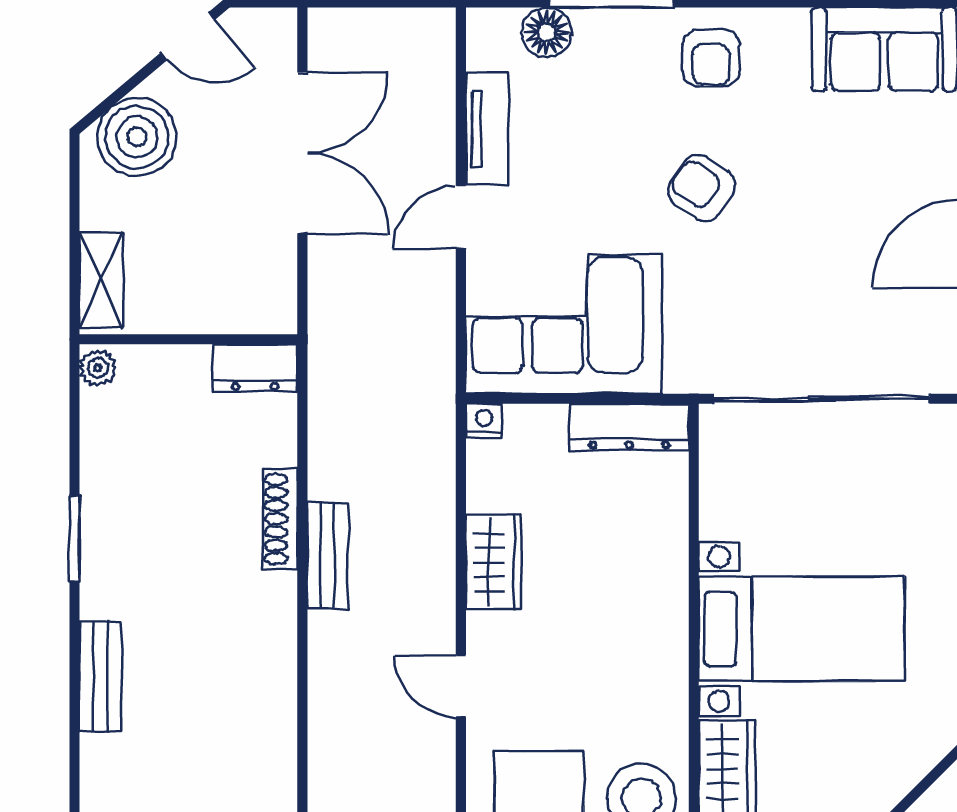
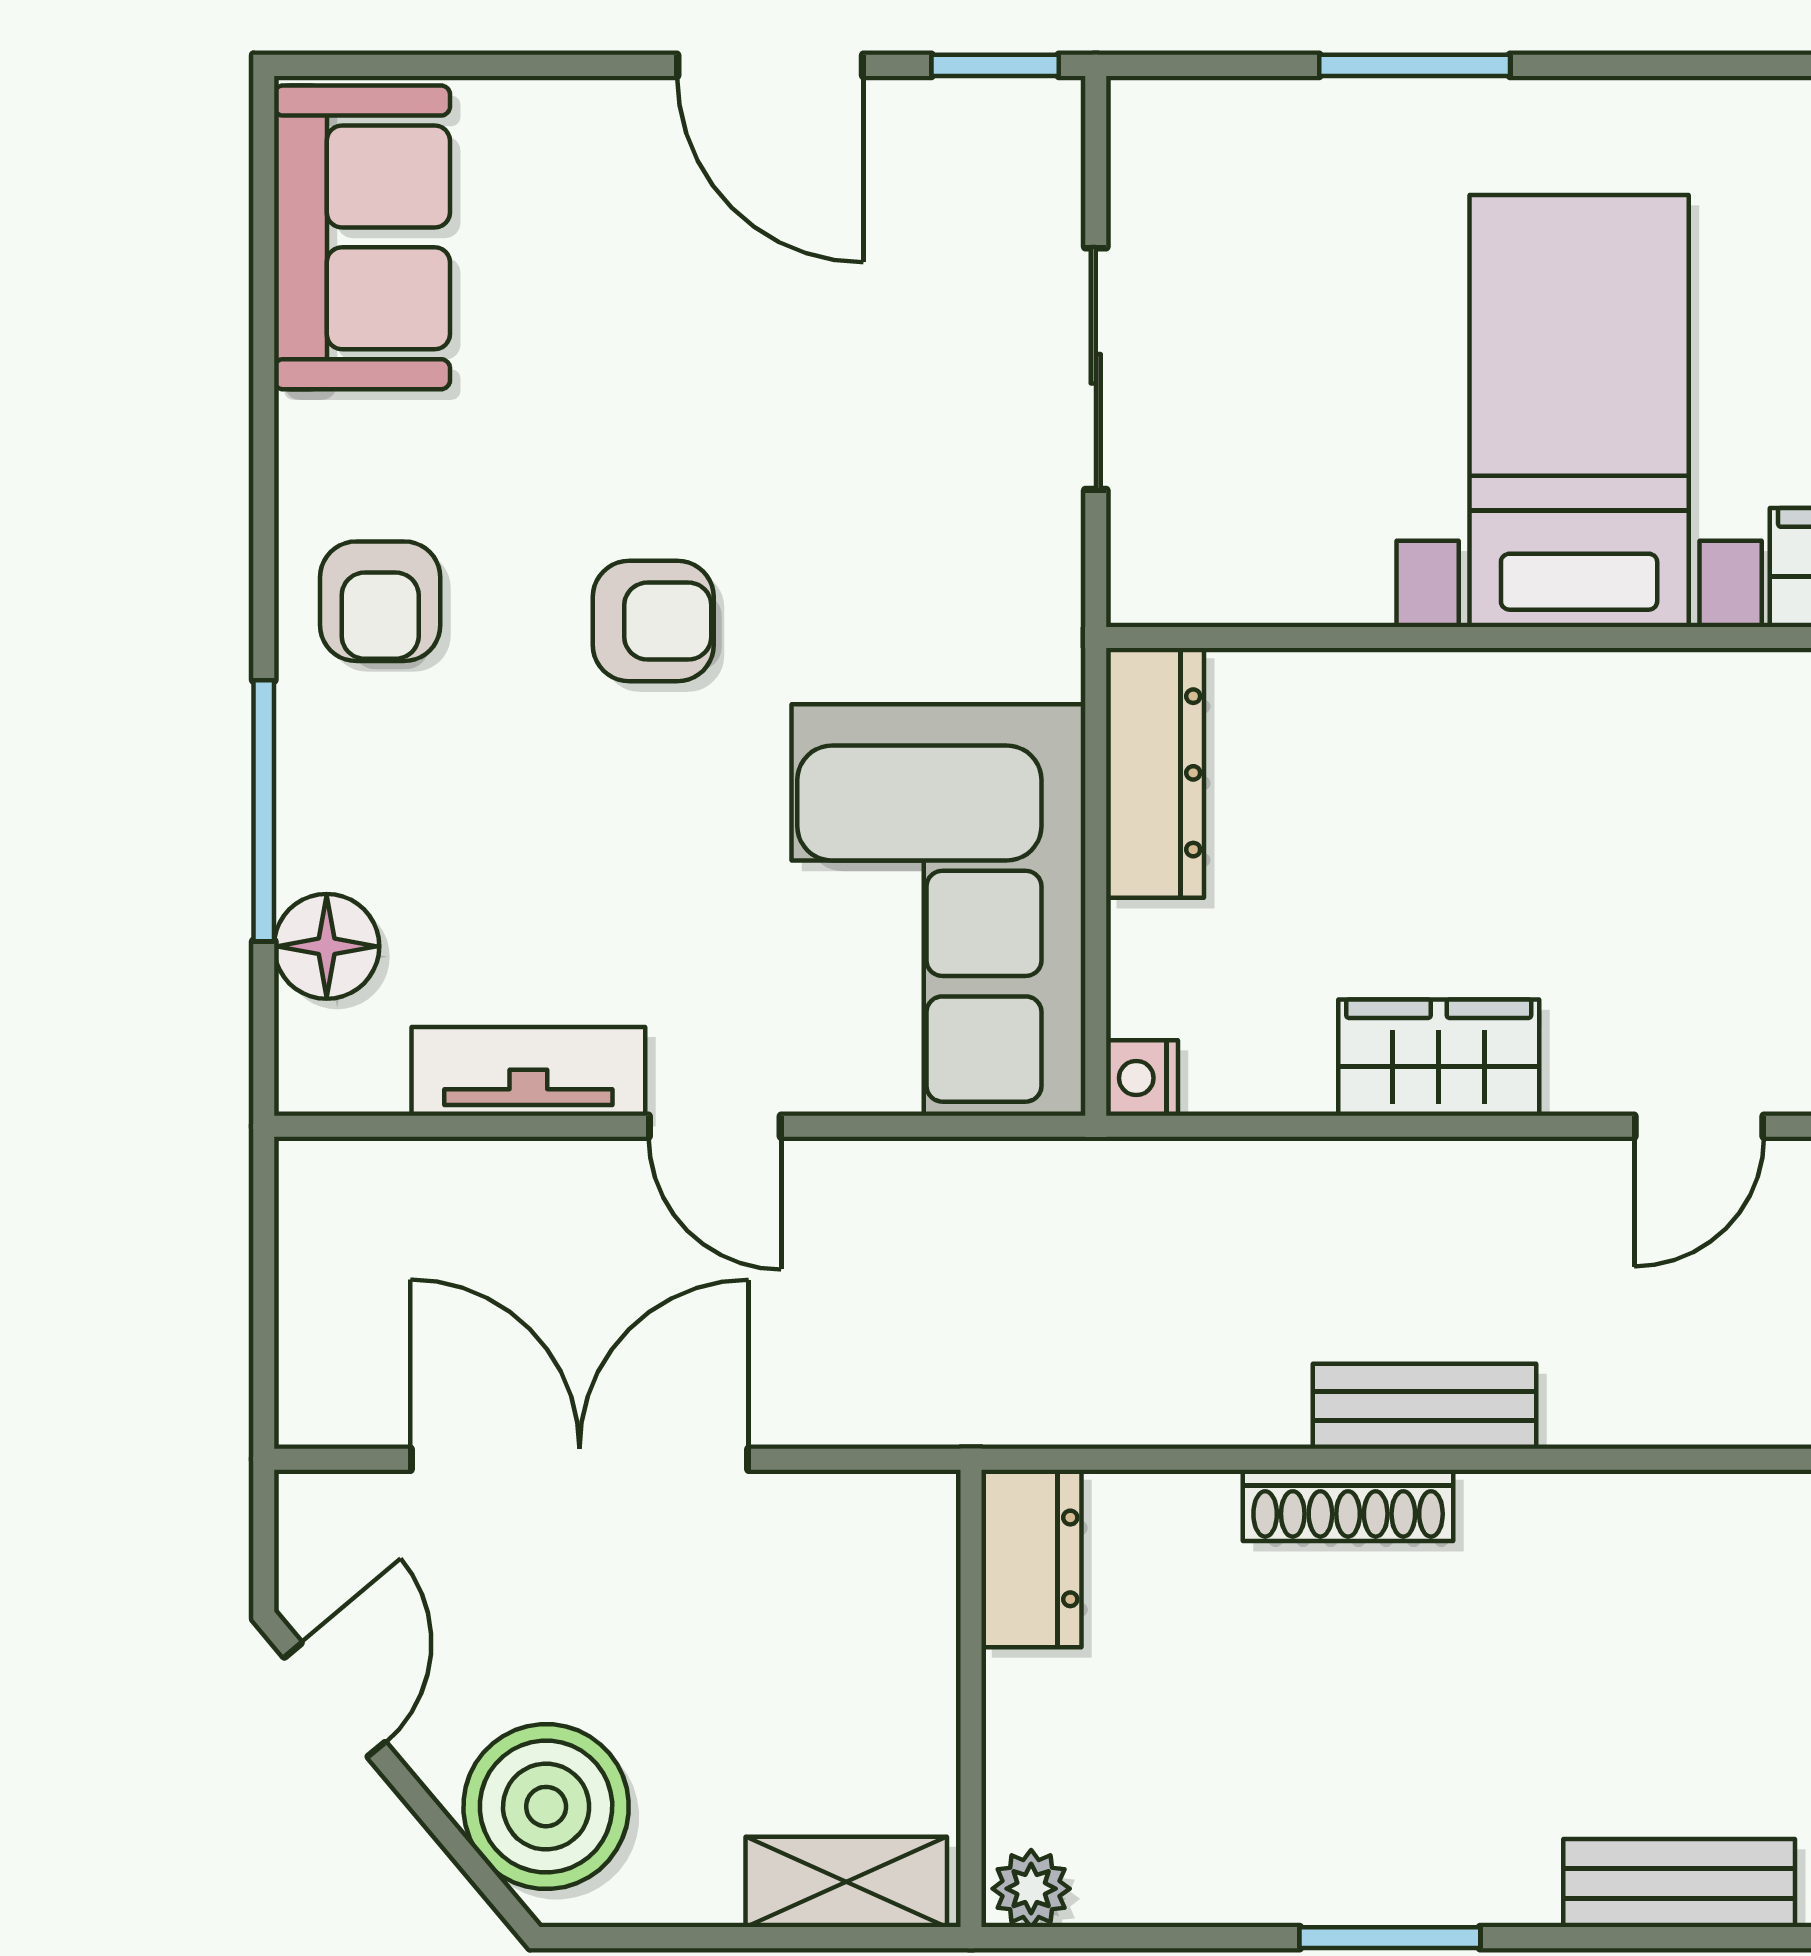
armchair: (711, 58) -> (380, 601), turned 90
armchair: (702, 188) -> (653, 621), turned -124
sliding door: (822, 399) -> (1096, 369), width x0.54

